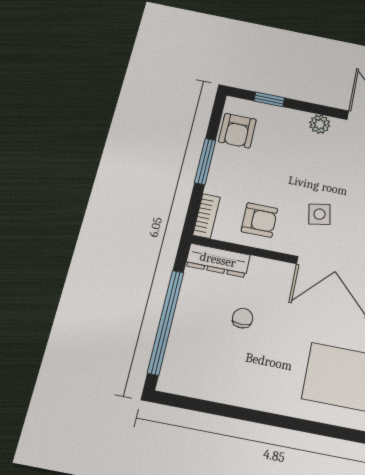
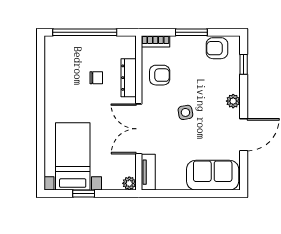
side table: (319, 214) -> (185, 112), moved
armchair: (259, 220) -> (160, 75), turned -90
dresser: (218, 260) -> (129, 78), moved

